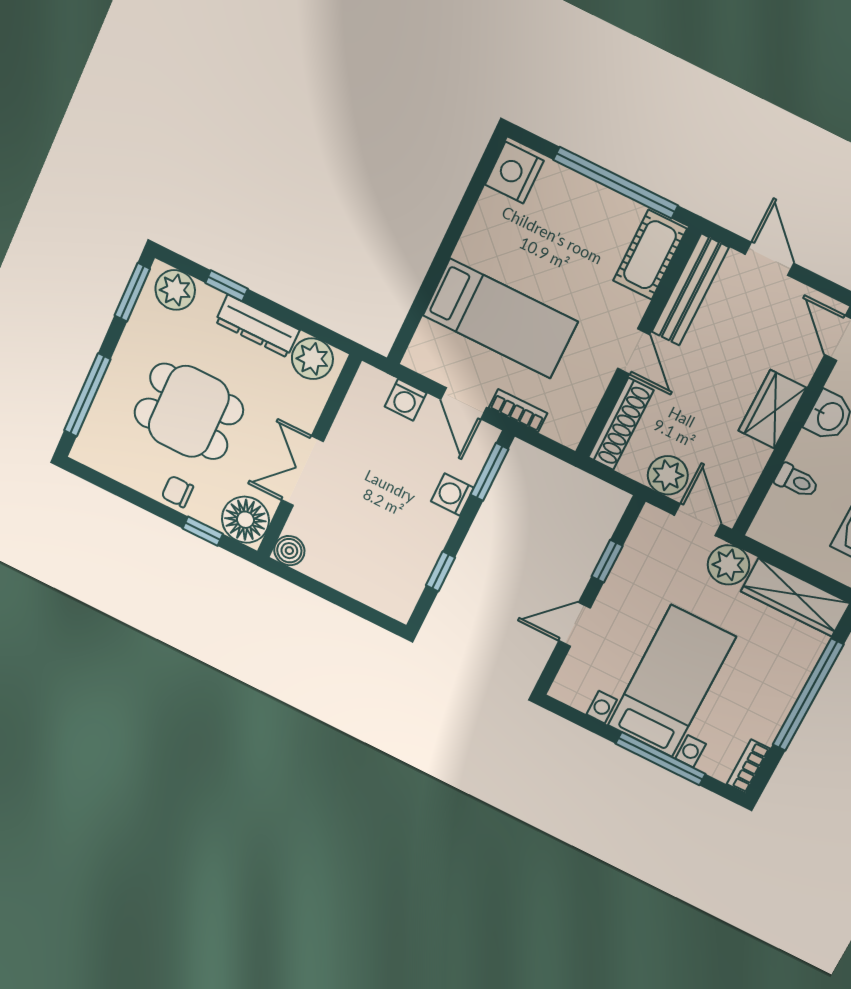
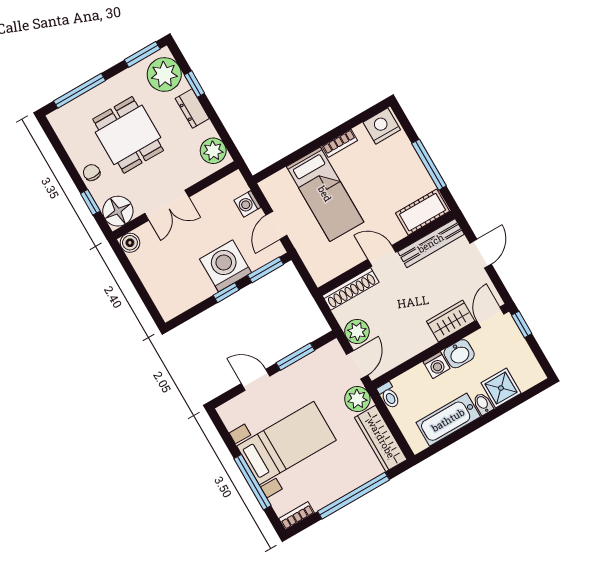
window: (616, 183) -> (429, 165), width x0.68
plant: (175, 290) -> (164, 74), width x1.36, depth x1.36
dresser: (257, 326) -> (192, 108), width x0.70
door: (634, 351) -> (382, 256), swing flipped
wardrobe: (772, 409) -> (451, 321), moved
bookcase: (518, 411) -> (340, 143), moved, turned 90
washing machine: (808, 451) -> (436, 365), added
double door: (302, 471) -> (167, 205), swing flipped
toilet: (797, 481) -> (389, 396), moved
washing machine: (452, 495) -> (226, 266), width x1.89, depth x1.89
window: (607, 561) -> (295, 357), width x1.50
window: (440, 571) -> (226, 293), moved

